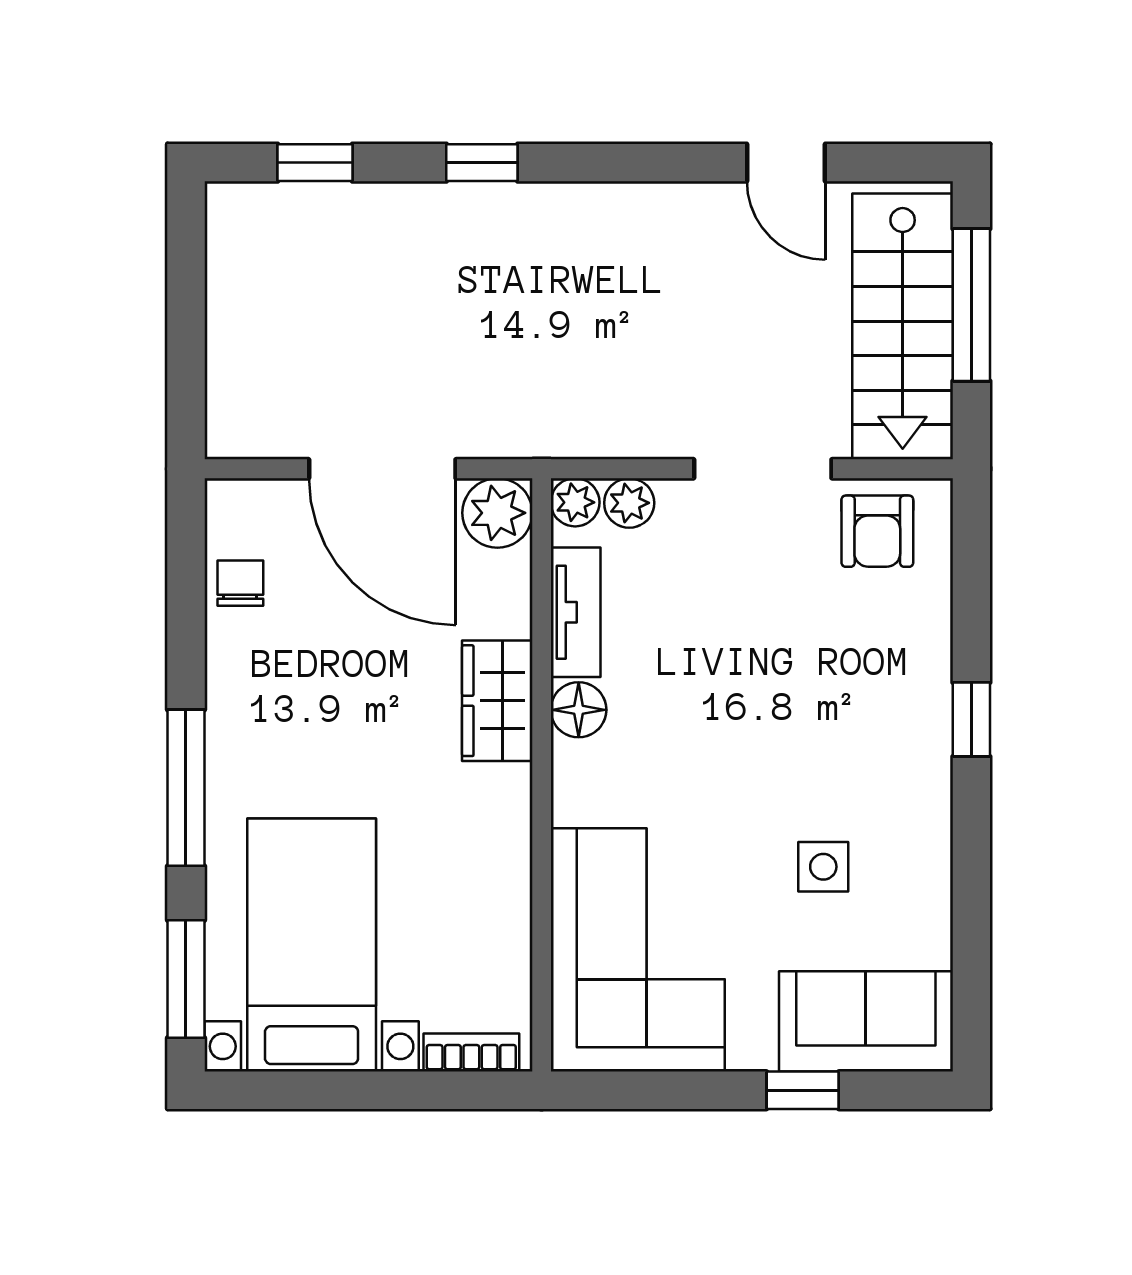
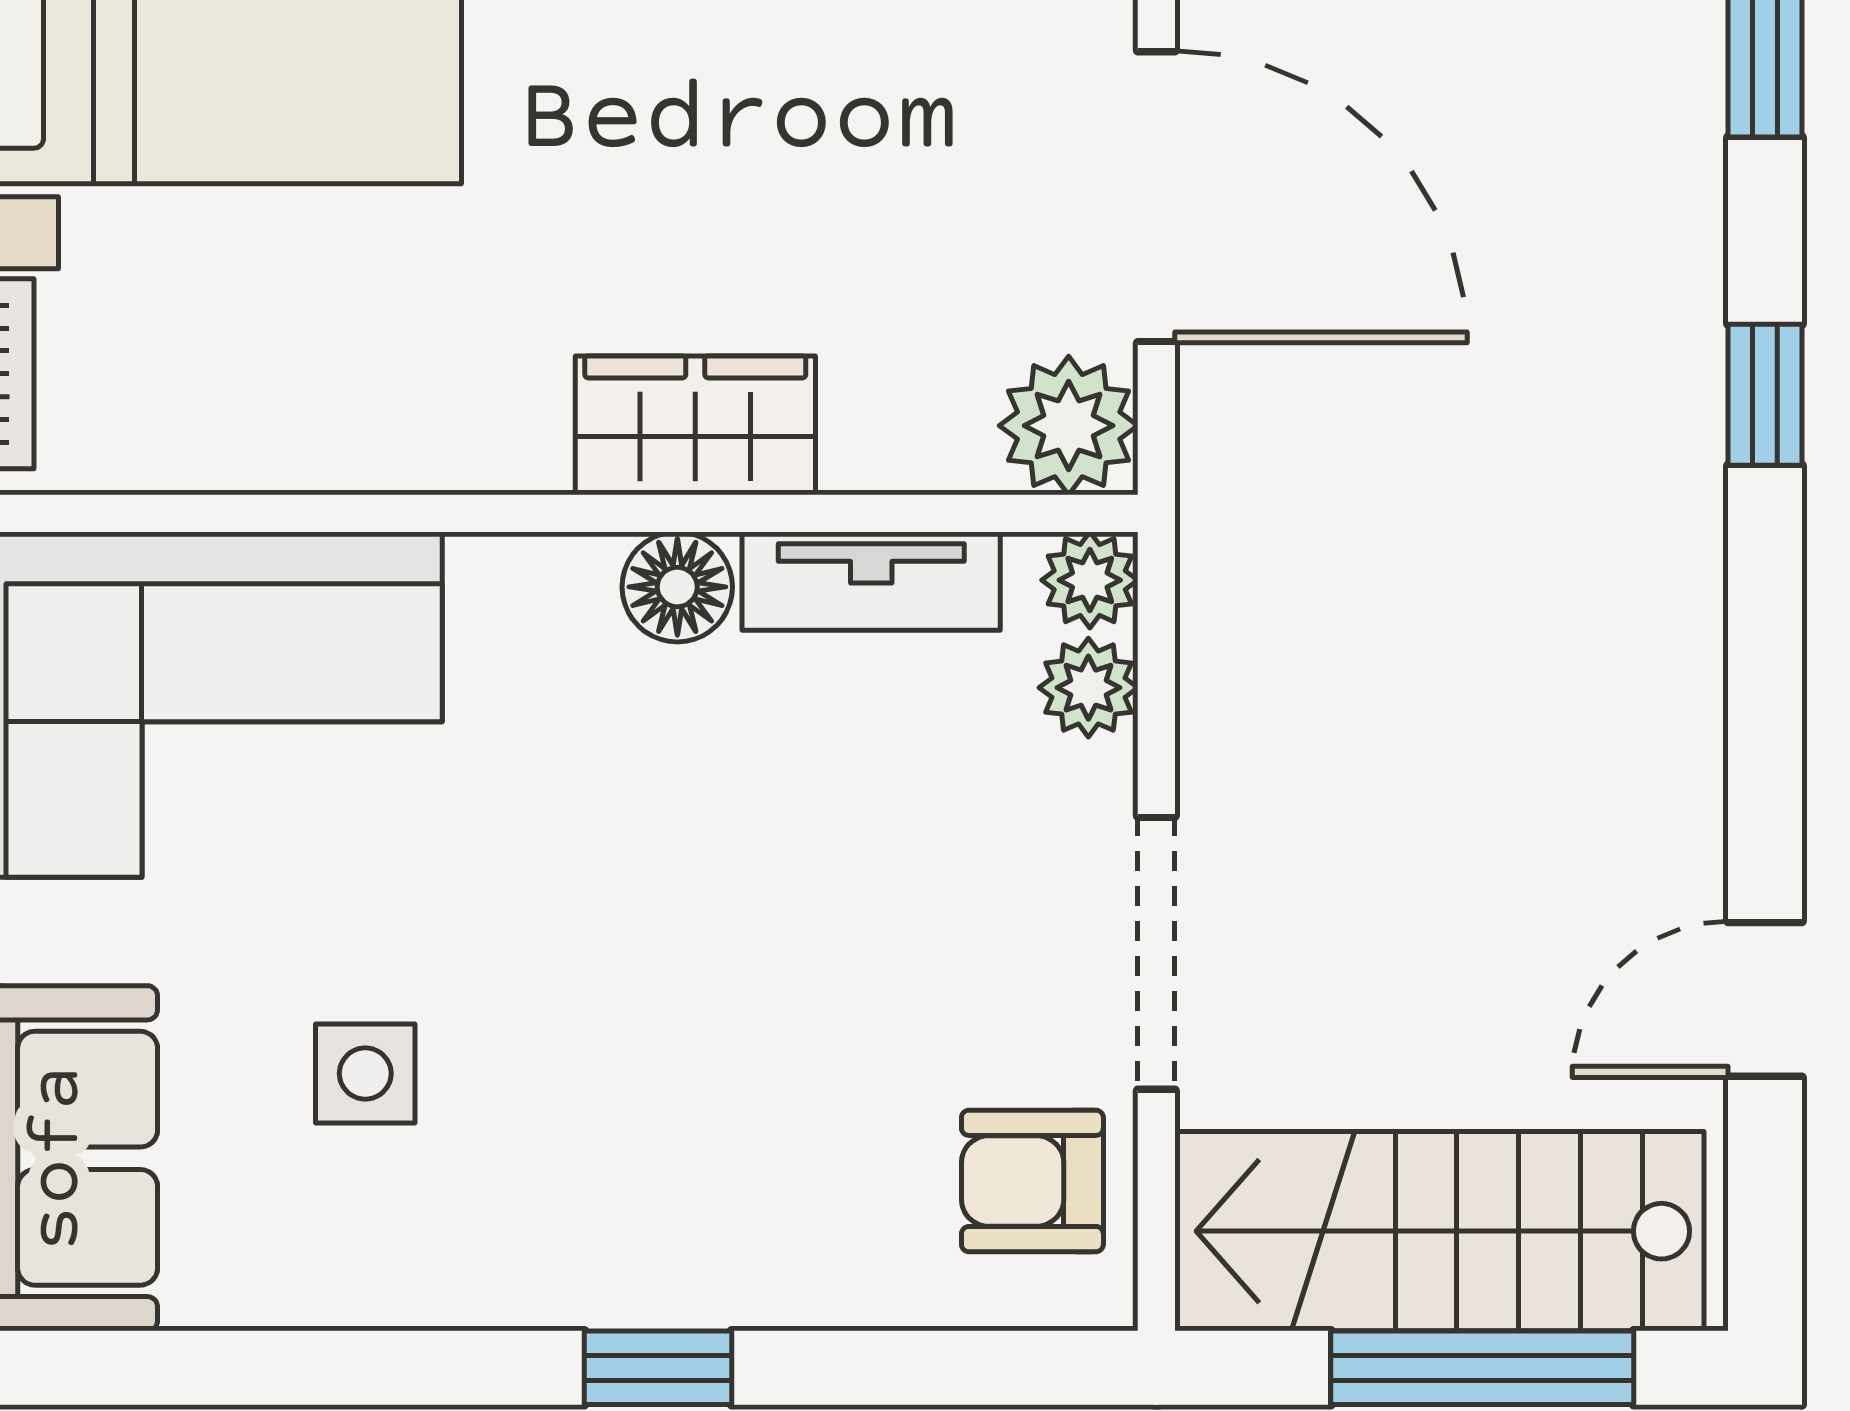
door: (382, 469) -> (1156, 197), swing flipped

